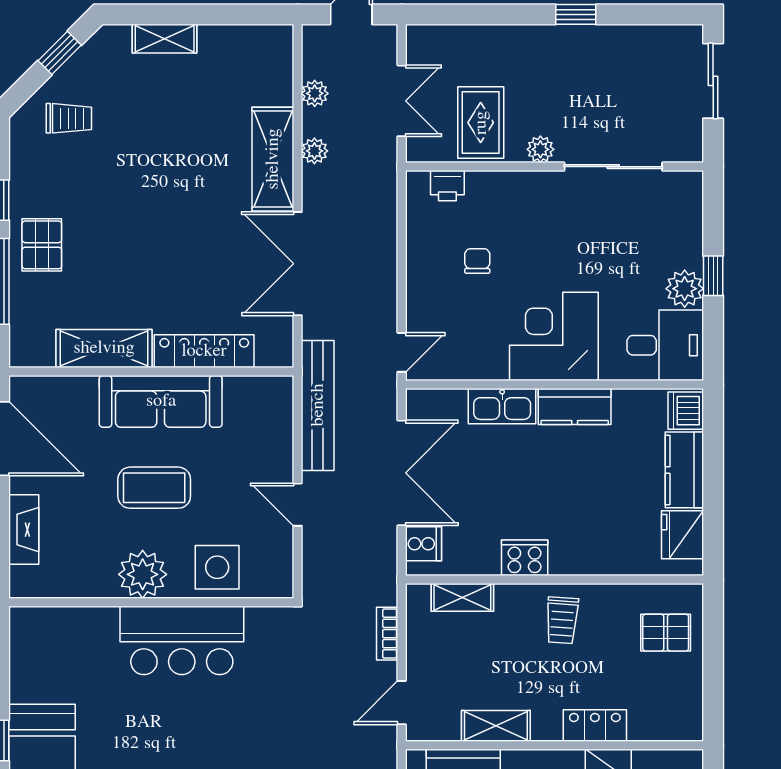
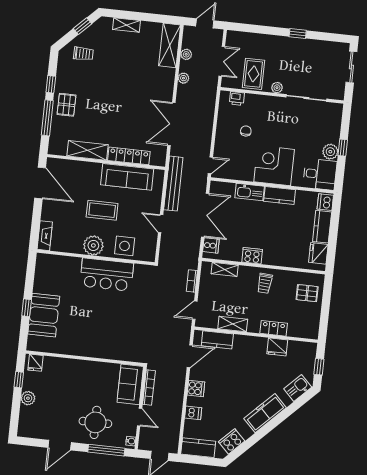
shelving: (273, 159) -> (170, 45), moved
sofa: (161, 401) -> (127, 177), moved
fireplace: (24, 530) -> (45, 236), moved

